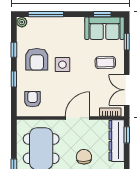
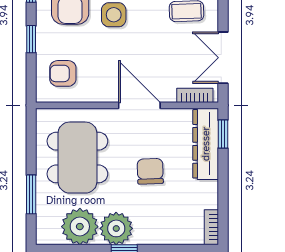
armchair: (33, 99) -> (63, 73), turned -90
door: (78, 118) -> (139, 105), hinge flipped

